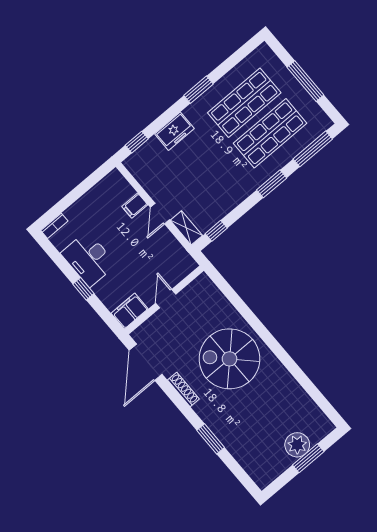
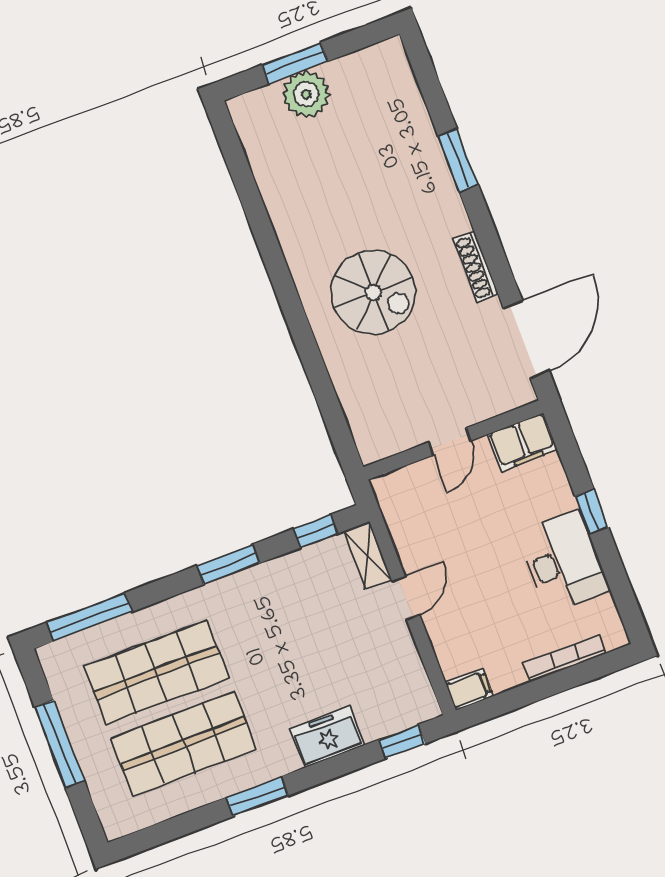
window: (272, 184) -> (228, 564), moved
filing cabinet: (135, 206) -> (469, 689), moved
bookcase: (54, 226) -> (565, 658), moved, width x1.56
spiral stairs: (230, 359) -> (373, 292), width x0.73, depth x0.73

